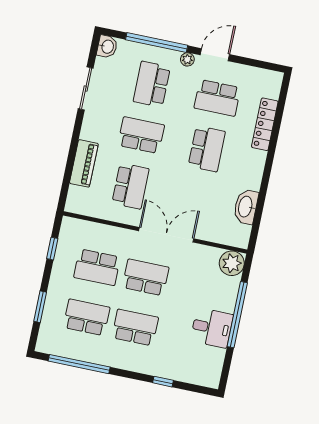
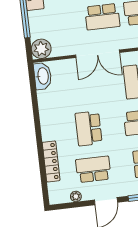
plant: (187, 59) -> (76, 196), moved
washbasin: (246, 207) -> (43, 76), moved

